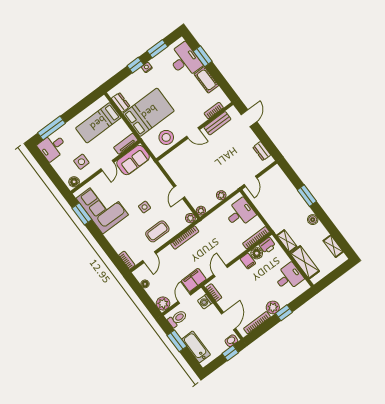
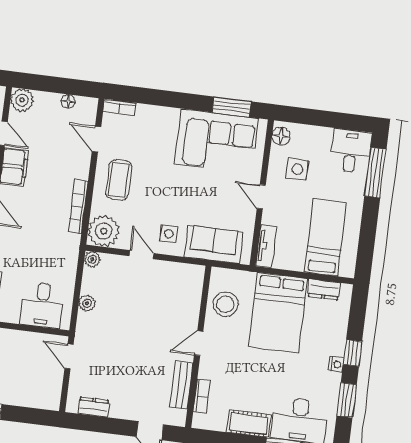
sofa: (133, 160) -> (214, 245), moved, turned 90
side table: (145, 207) -> (169, 234), moved
plant: (190, 218) -> (104, 231), width x1.88, depth x1.88

